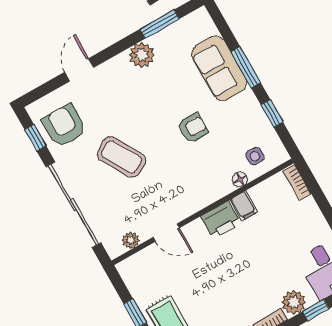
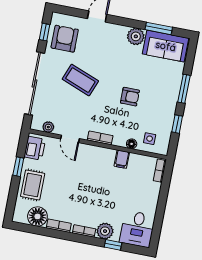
sofa: (219, 68) -> (166, 46), moved, turned -90
coffee table: (121, 157) -> (80, 80), turned -39
bookcase: (199, 203) -> (100, 138), added
printer: (221, 220) -> (35, 148), moved, turned -90

